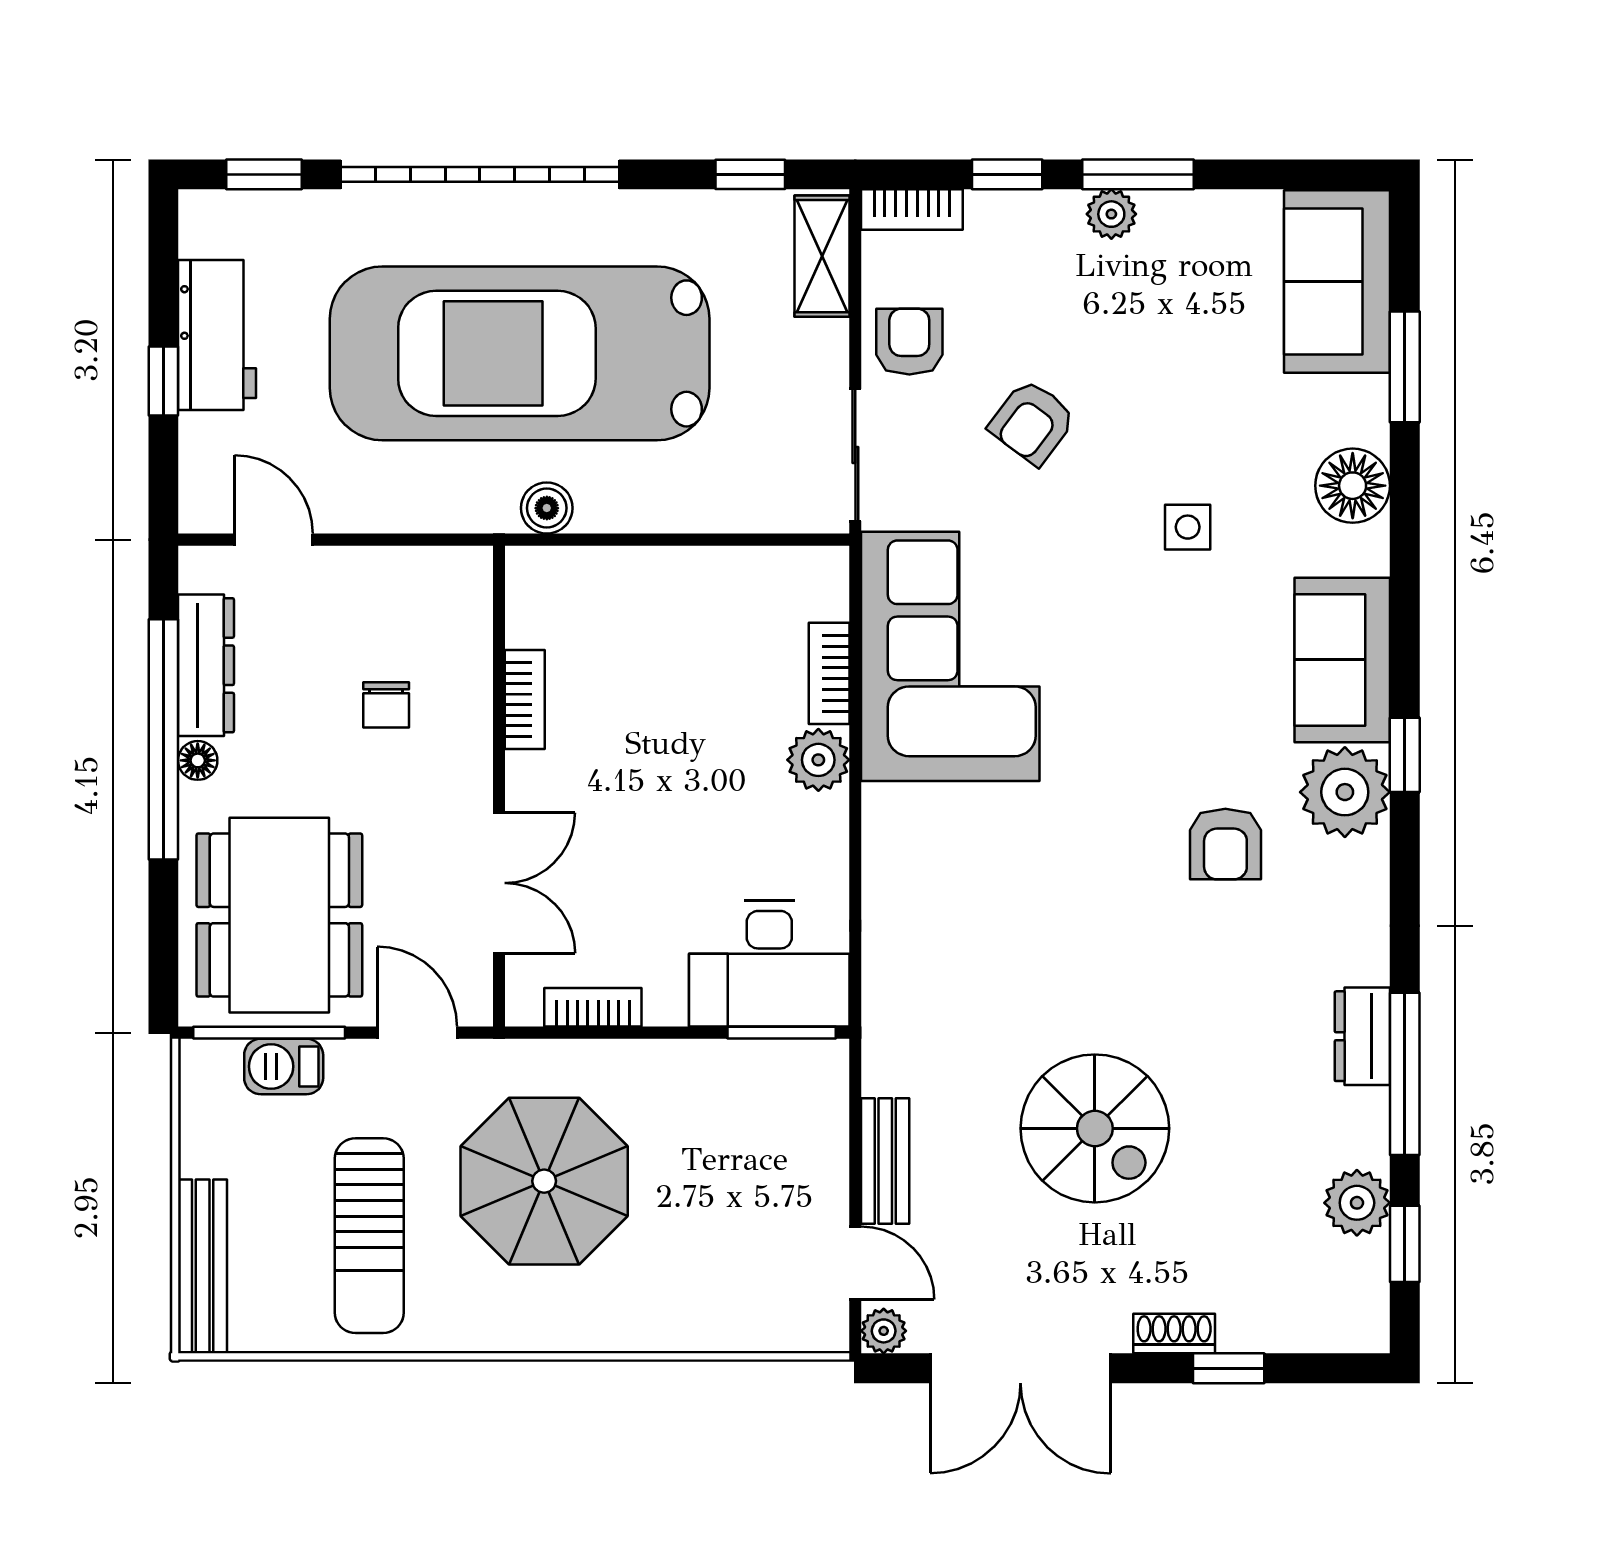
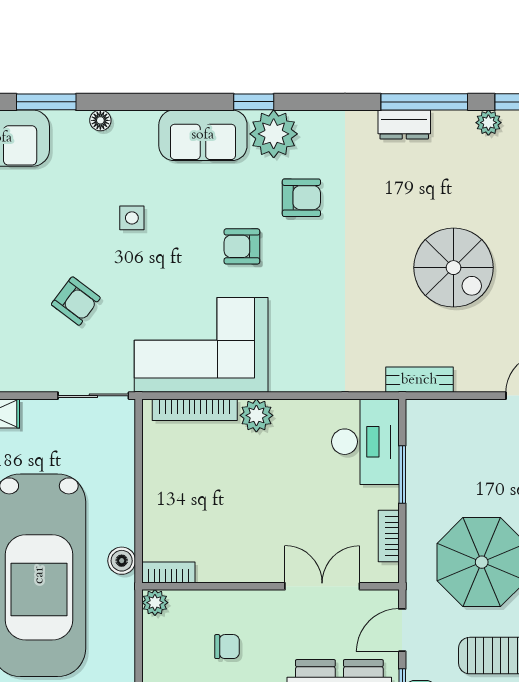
armchair: (909, 342) -> (242, 246), moved
floor lamp: (1353, 486) -> (100, 120), width x0.53, depth x0.53
plant: (468, 570) -> (155, 603), added
bookcase: (829, 673) -> (195, 410), width x1.56
bookcase: (525, 699) -> (168, 572), moved
window: (782, 1033) -> (402, 475), moved
spiral stairs: (1095, 1128) -> (454, 268), turned 90
bench: (885, 1161) -> (419, 380), moved
plant: (1357, 1203) -> (488, 123), width x0.73, depth x0.73

